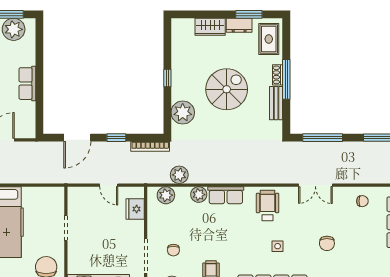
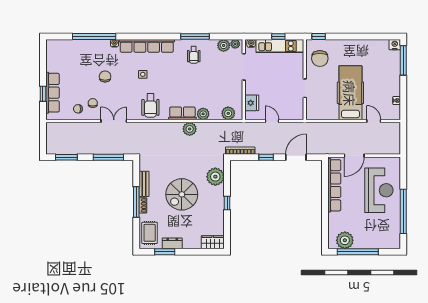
wardrobe: (210, 27) -> (213, 242), moved
row of seats: (27, 84) -> (334, 185), width x2.02
plant: (179, 175) -> (190, 129), moved
chair: (173, 250) -> (93, 103), moved

